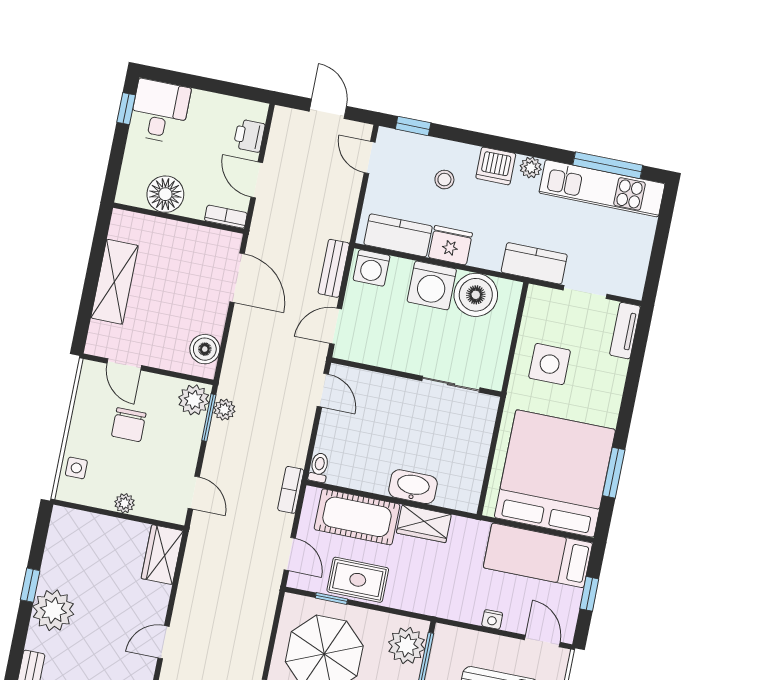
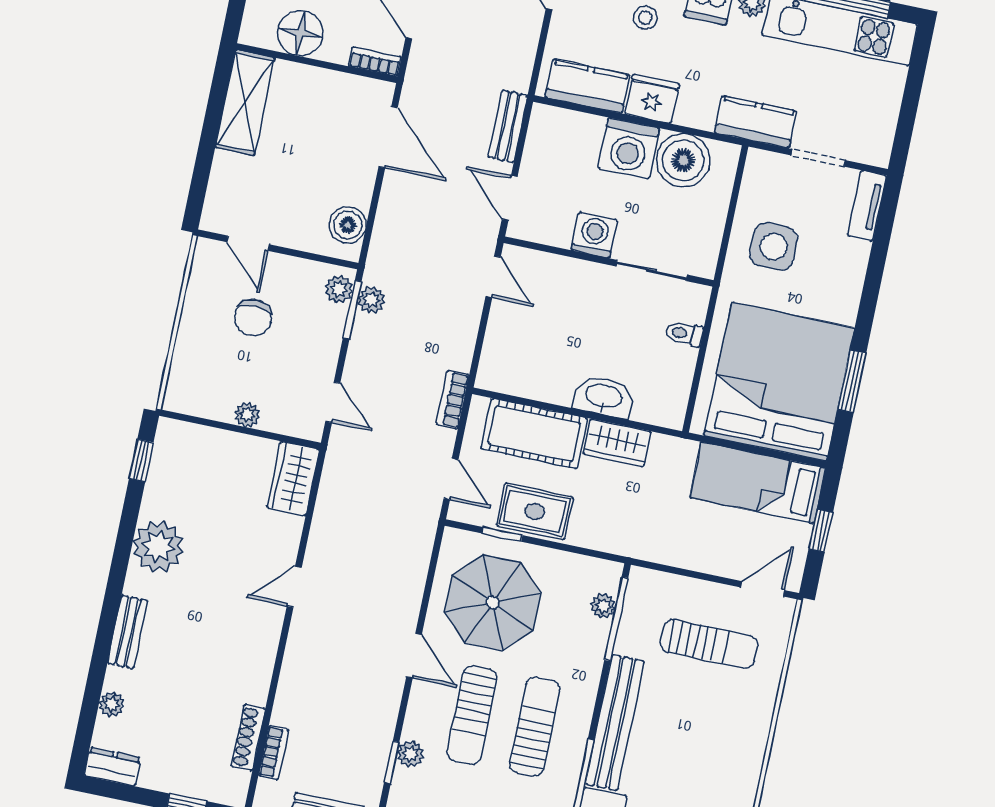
washing machine: (372, 268) -> (594, 235), moved, turned 180
shelving: (115, 282) -> (245, 102), moved
door: (336, 326) -> (510, 198), hinge flipped
plant: (194, 400) -> (339, 289), width x0.73, depth x0.73
side table: (76, 468) -> (188, 371), removed
toilet: (319, 468) -> (684, 334), moved, turned -90
window: (30, 585) -> (141, 460), moved
nightstand: (492, 619) -> (701, 561), removed
door: (542, 641) -> (762, 589), hinge flipped
plant: (407, 646) -> (603, 606), width x0.53, depth x0.53

